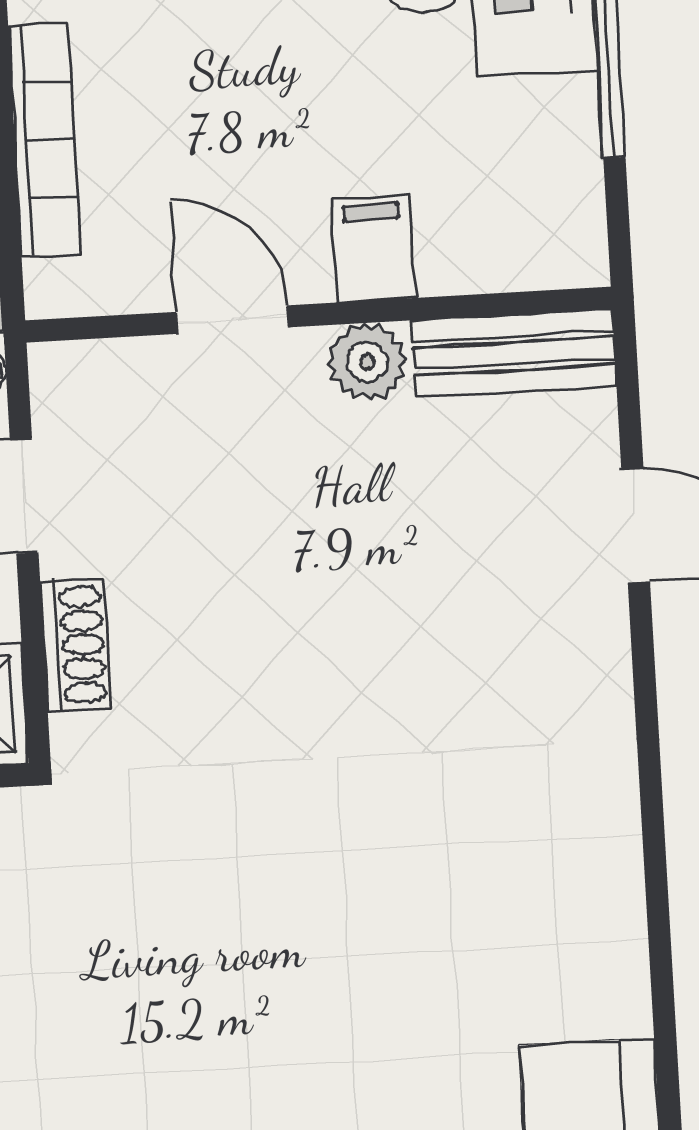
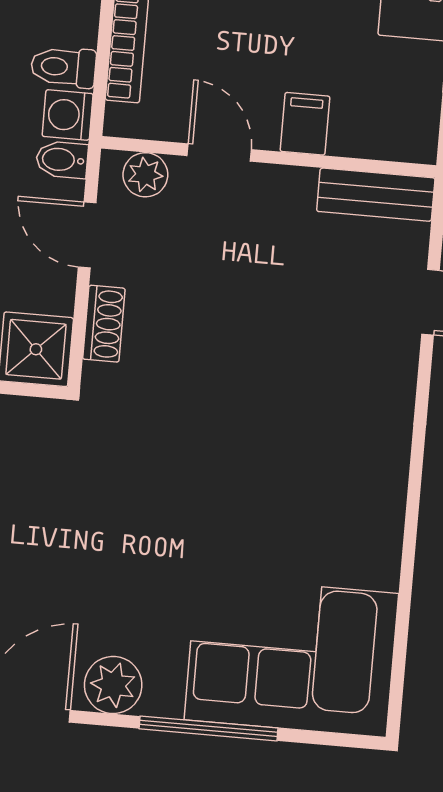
plant: (367, 362) -> (145, 175), moved

